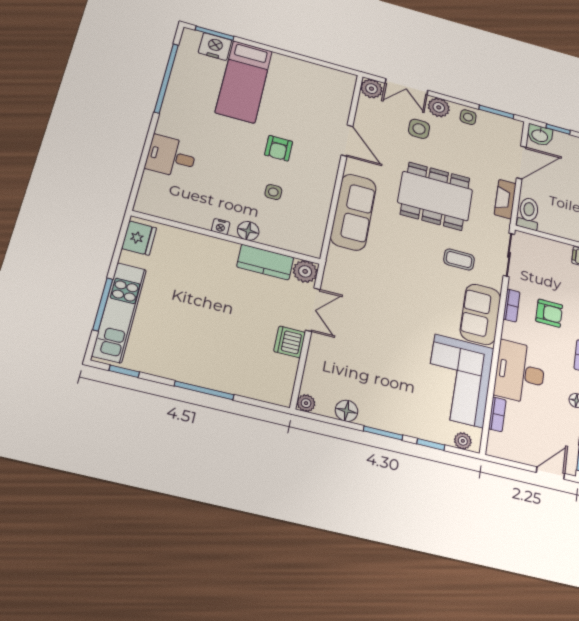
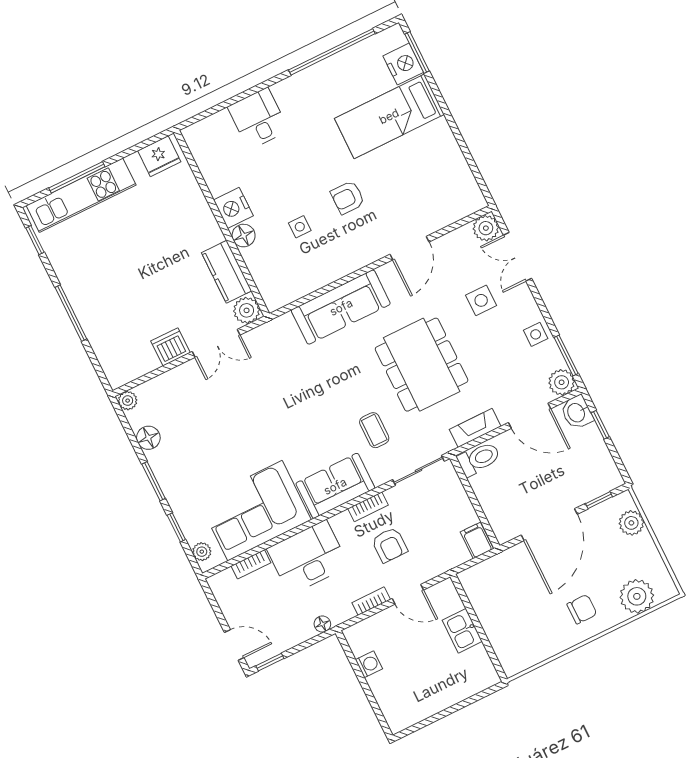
plant: (439, 107) -> (562, 382), moved
nightstand: (221, 227) -> (233, 208), width x1.89, depth x1.79

